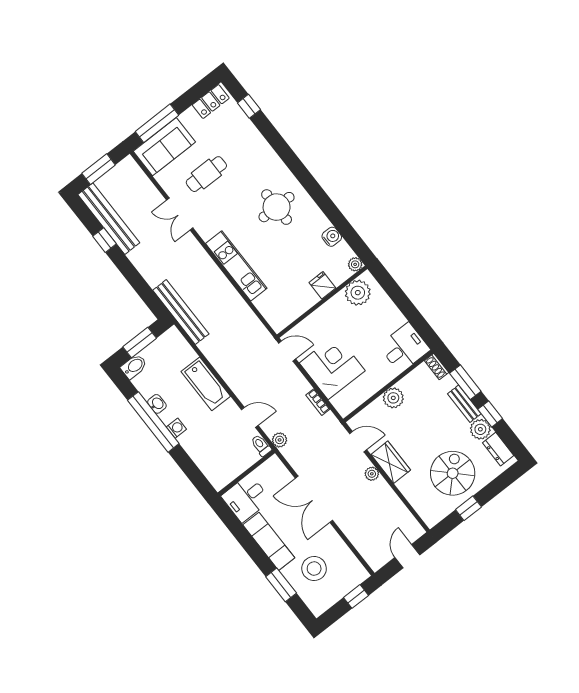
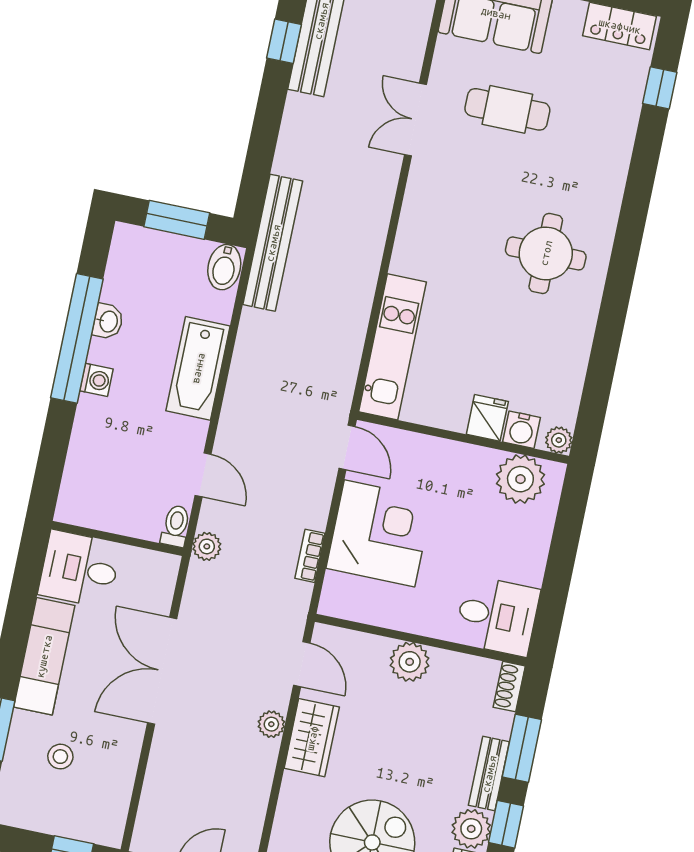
water cooler: (332, 237) -> (522, 430), moved, turned 90
kitchen unit: (236, 266) -> (392, 347), moved
bidet: (134, 366) -> (224, 267), moved, turned 90
stool: (314, 569) -> (60, 757), width x0.53, depth x0.53

